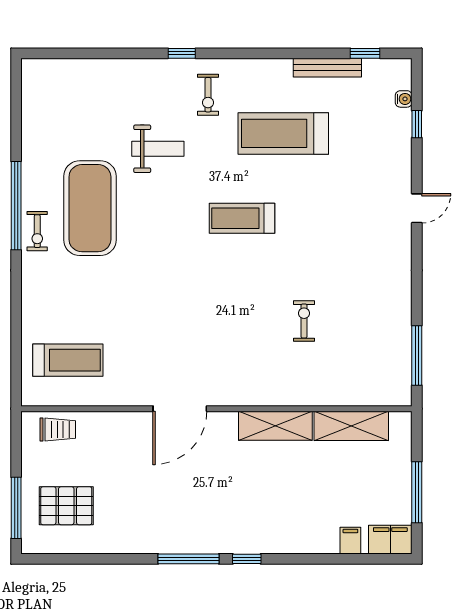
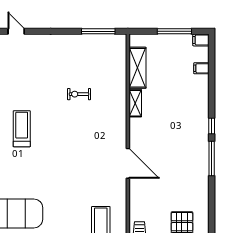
treadmill: (242, 218) -> (22, 129), turned 180
shelving: (275, 426) -> (135, 103), width x0.67, depth x0.75
filing cabinet: (390, 540) -> (201, 40), width x0.50

